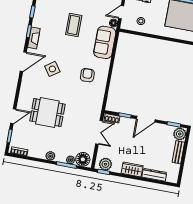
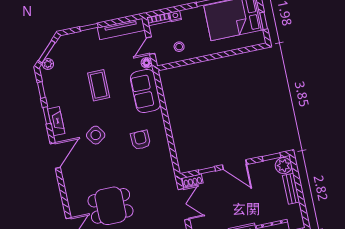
side table: (52, 69) -> (96, 135), moved
door: (146, 119) -> (234, 165), hinge flipped

